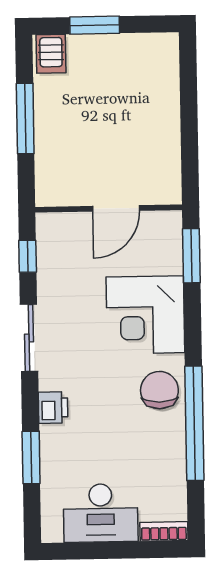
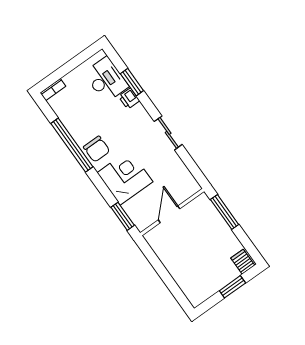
window: (25, 119) -> (225, 212), moved
window: (28, 256) -> (193, 168), removed
printer: (53, 408) -> (129, 99), moved
desk: (101, 513) -> (106, 80), moved, turned 90

